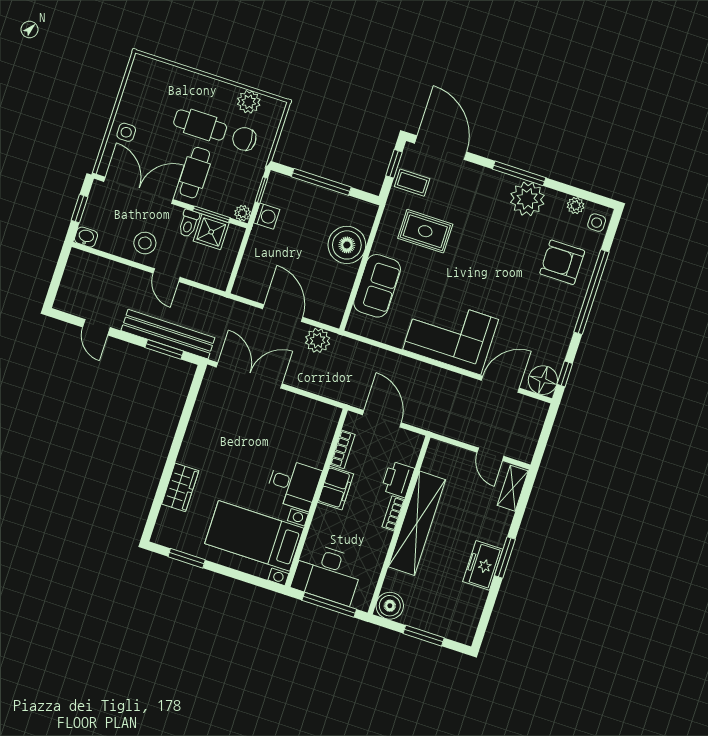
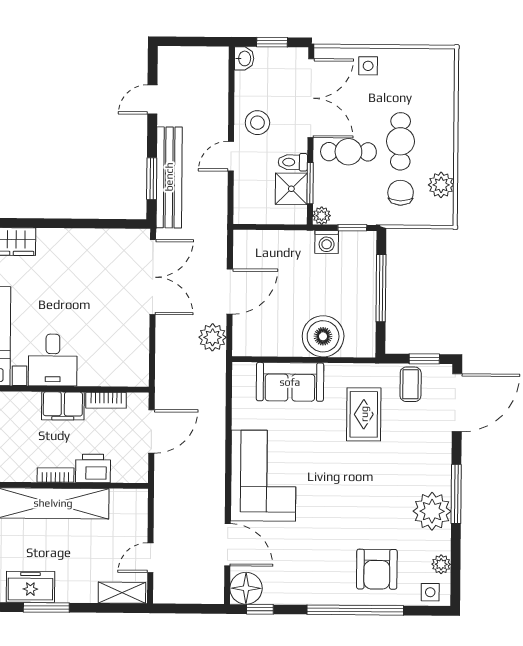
armchair: (562, 262) -> (377, 569), turned 180

